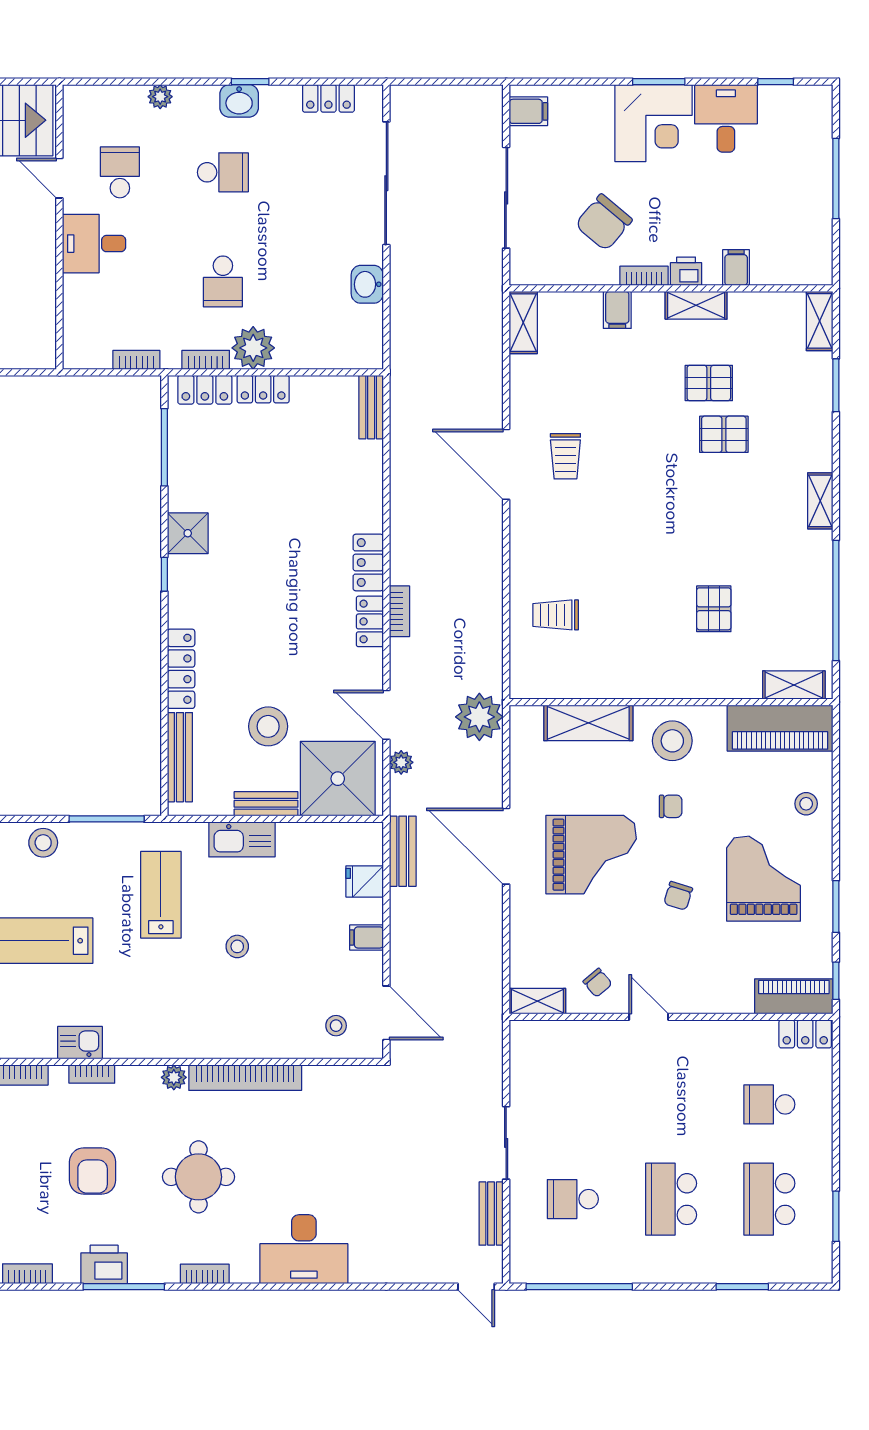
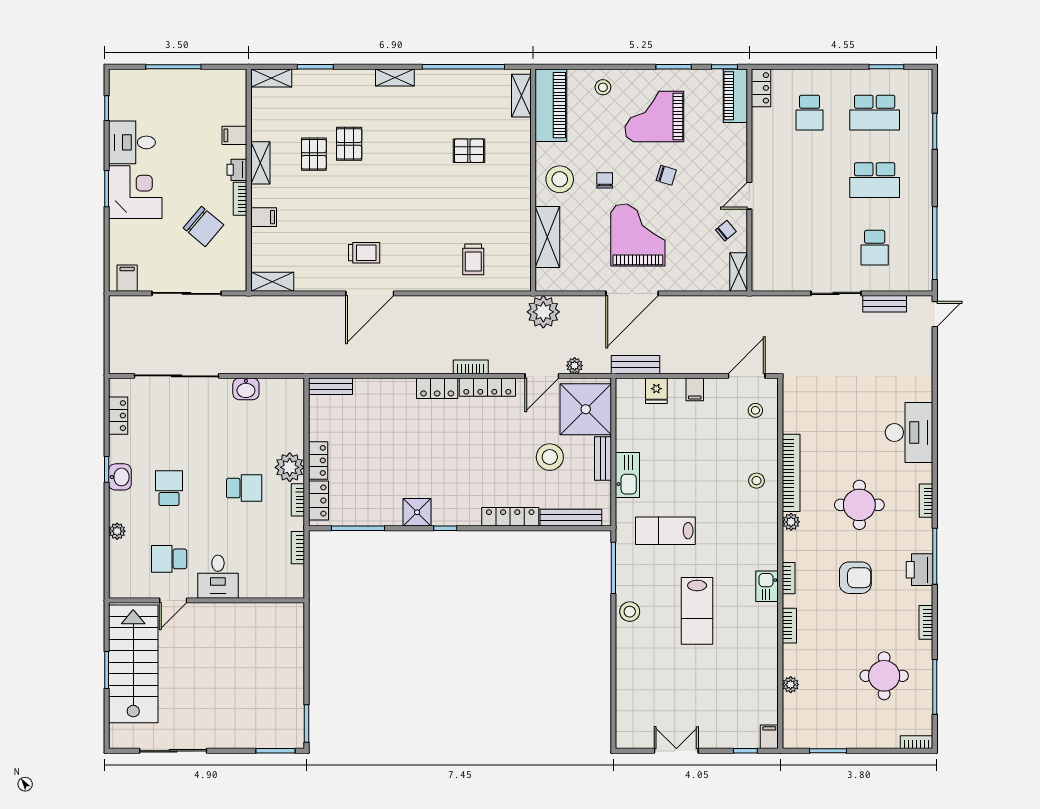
locker: (370, 621) -> (487, 387), width x1.53
stool: (237, 946) -> (756, 481), moved

